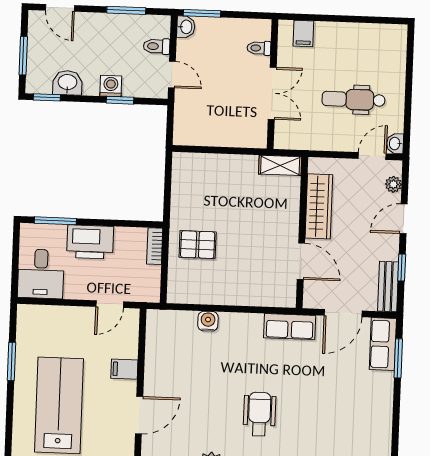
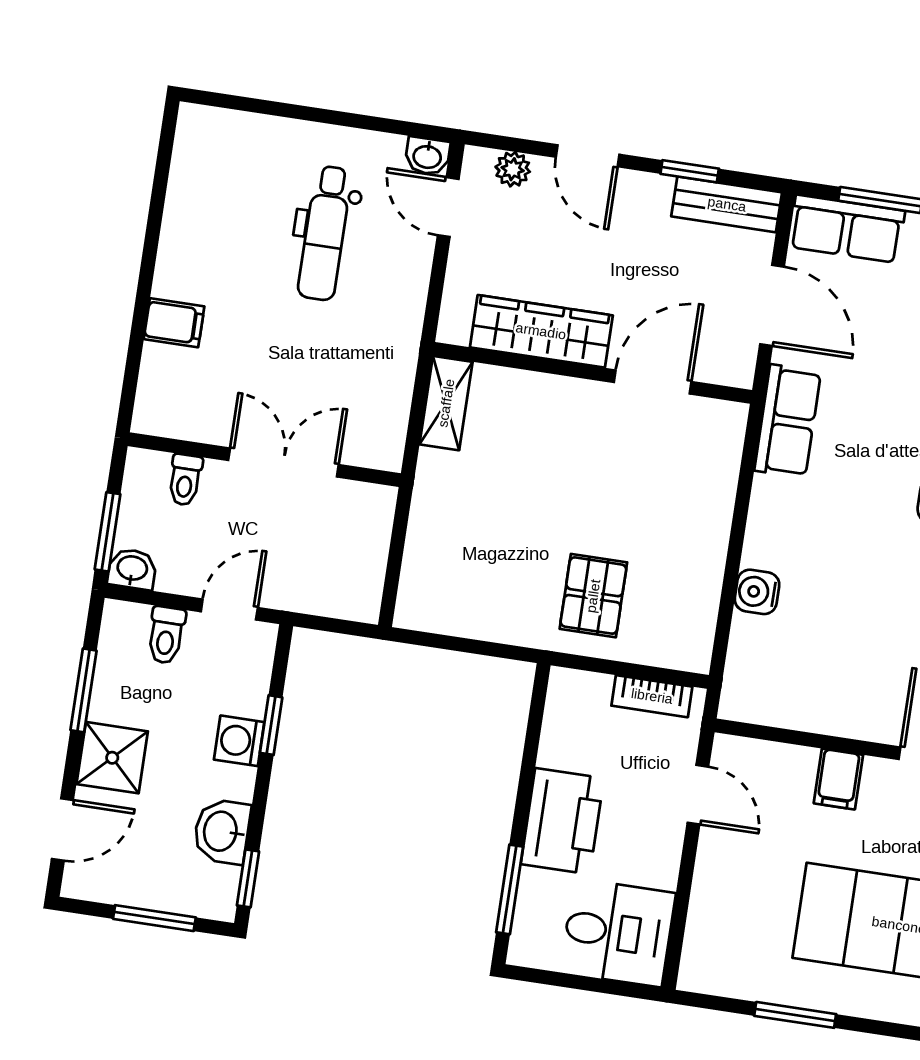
shower: (96, 27) -> (112, 758), added
toilet: (259, 48) -> (185, 480), moved
wall: (273, 84) -> (264, 460), moved
double door: (272, 93) -> (283, 463), moved
bookcase: (155, 246) -> (652, 696), moved

